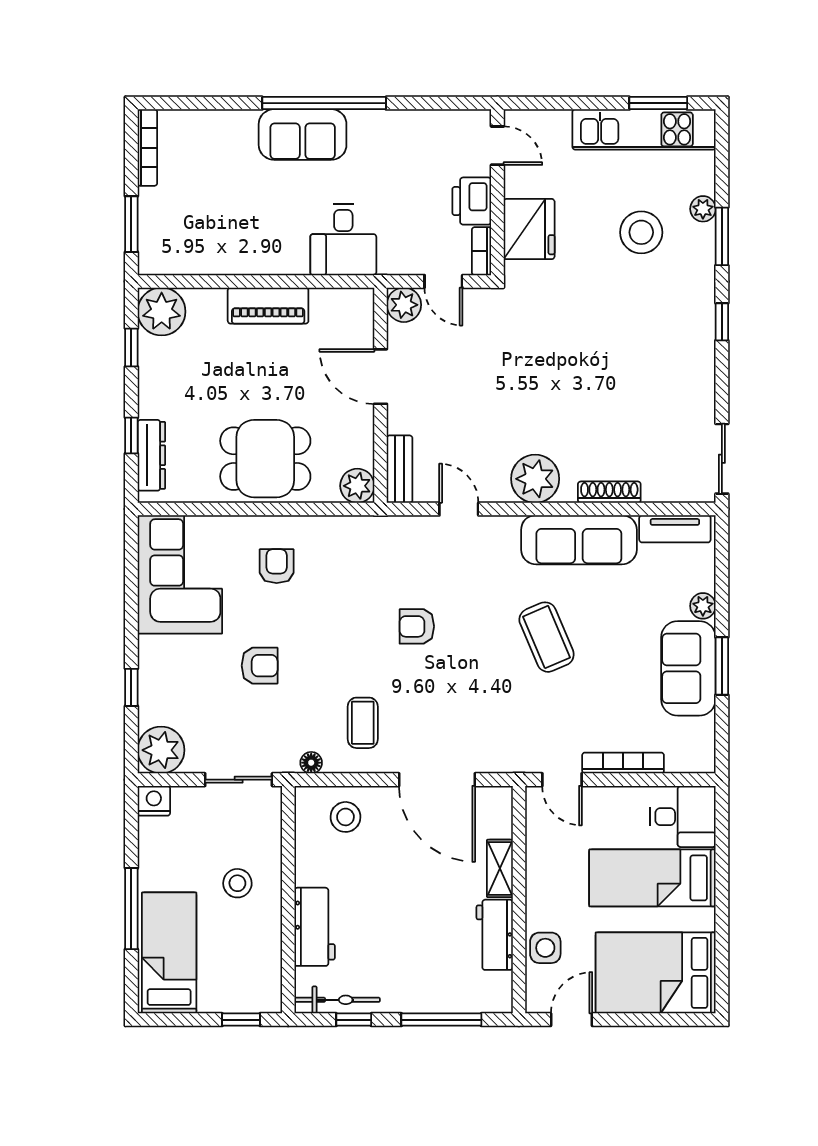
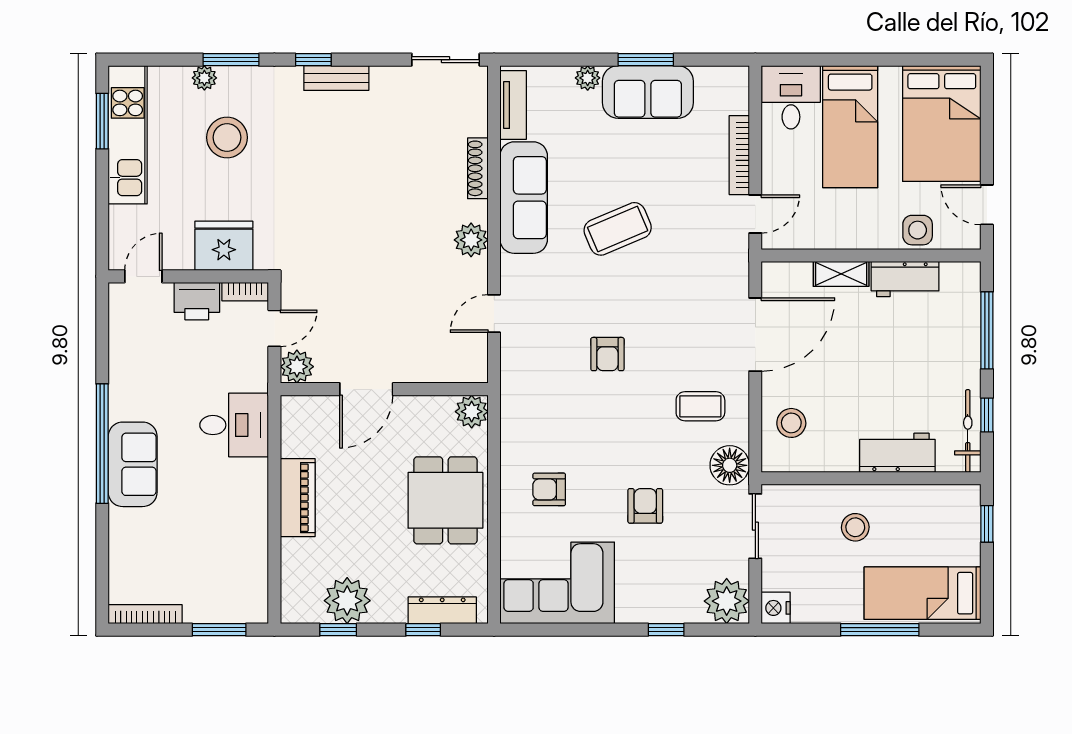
plant: (162, 312) -> (347, 601), moved
bench: (400, 469) -> (336, 78), moved
plant: (535, 479) -> (471, 240), width x0.73, depth x0.73
floor lamp: (311, 763) -> (730, 465), width x1.89, depth x1.89

